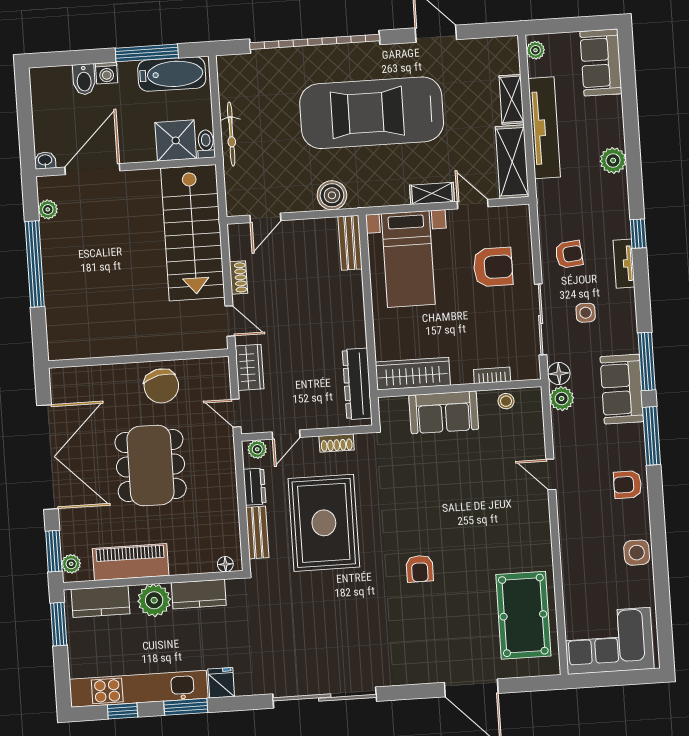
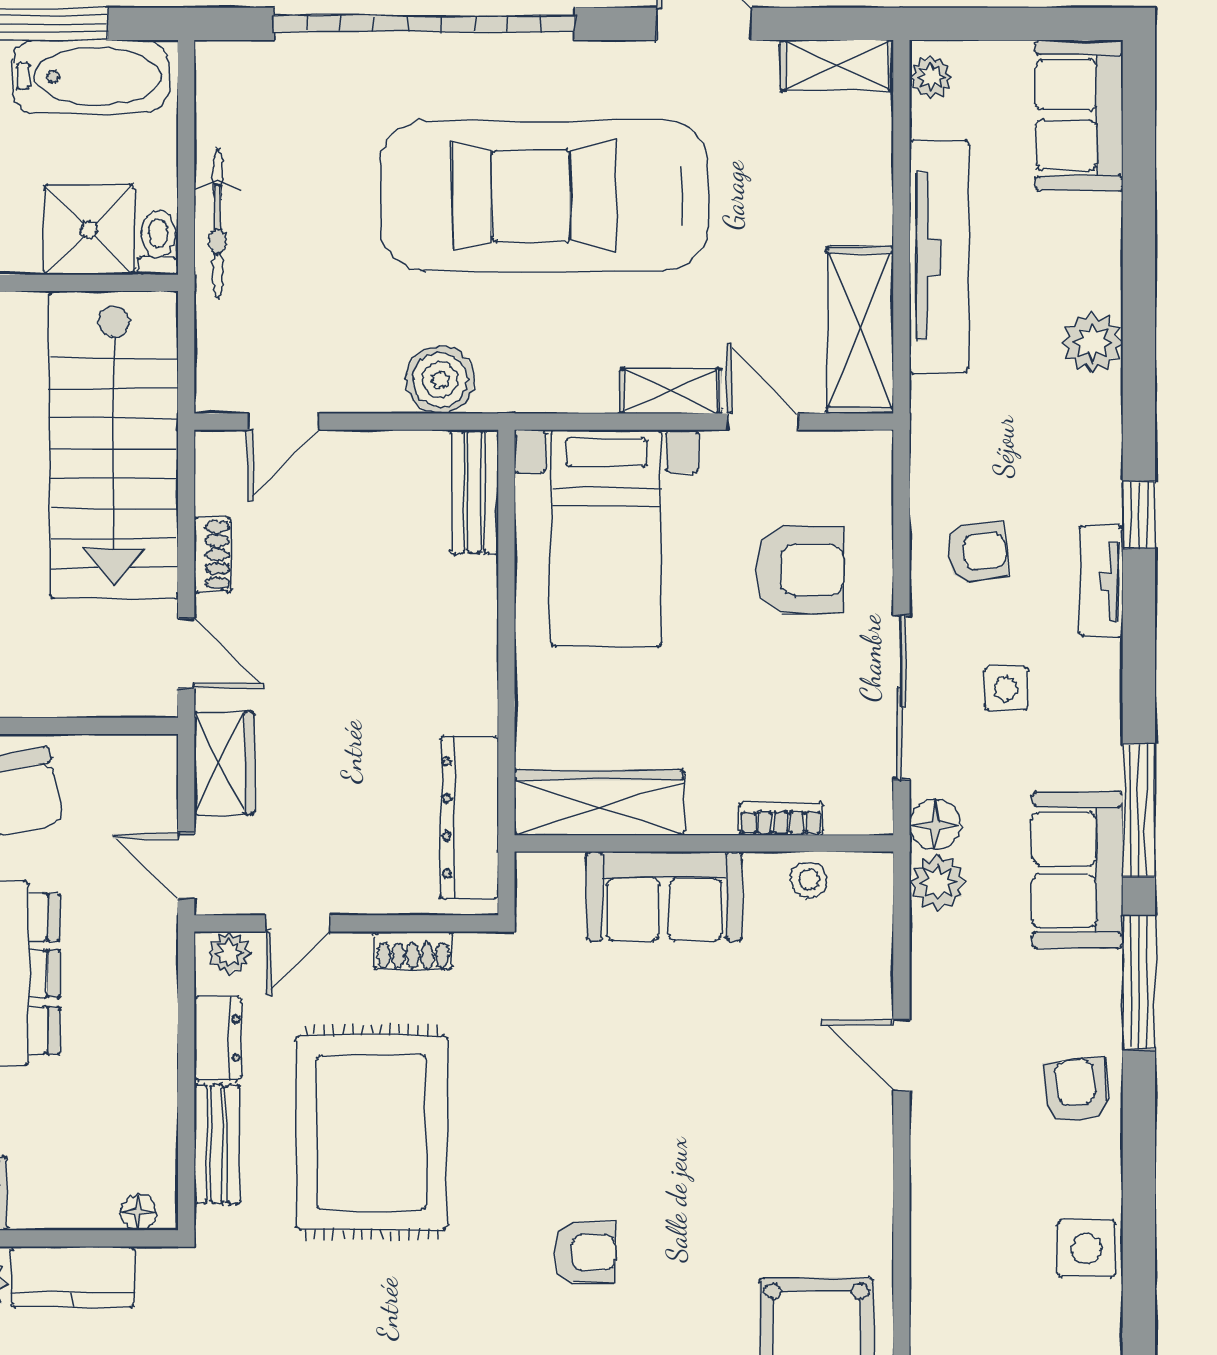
shelving: (512, 99) -> (837, 65), moved, turned 90
armchair: (627, 485) -> (1076, 1091), turned 84
armchair: (420, 569) -> (585, 1252), turned -90

